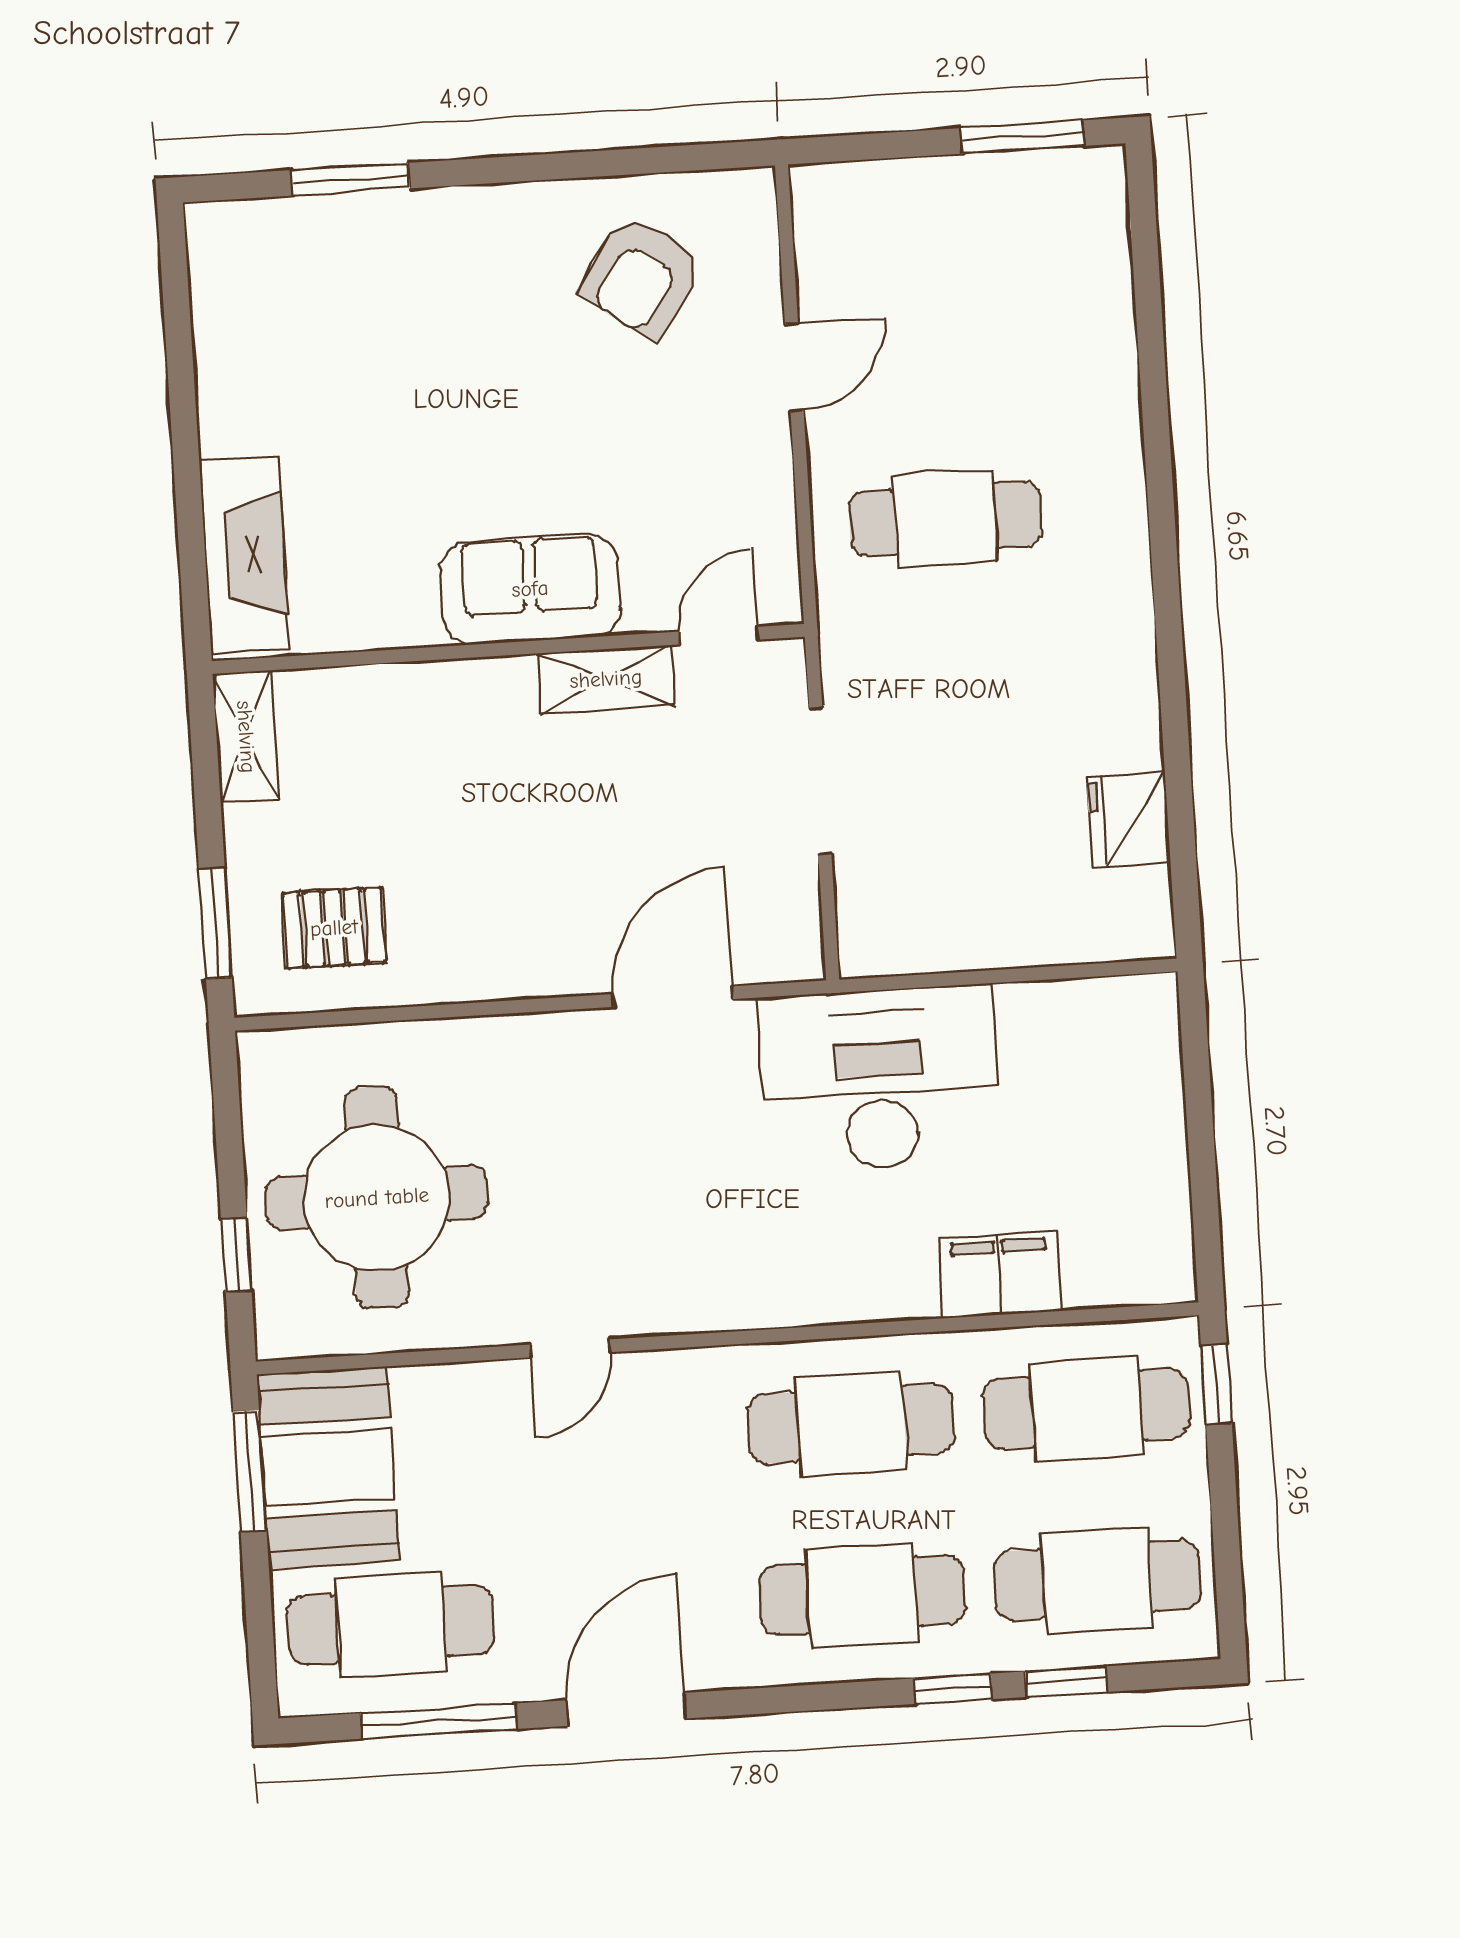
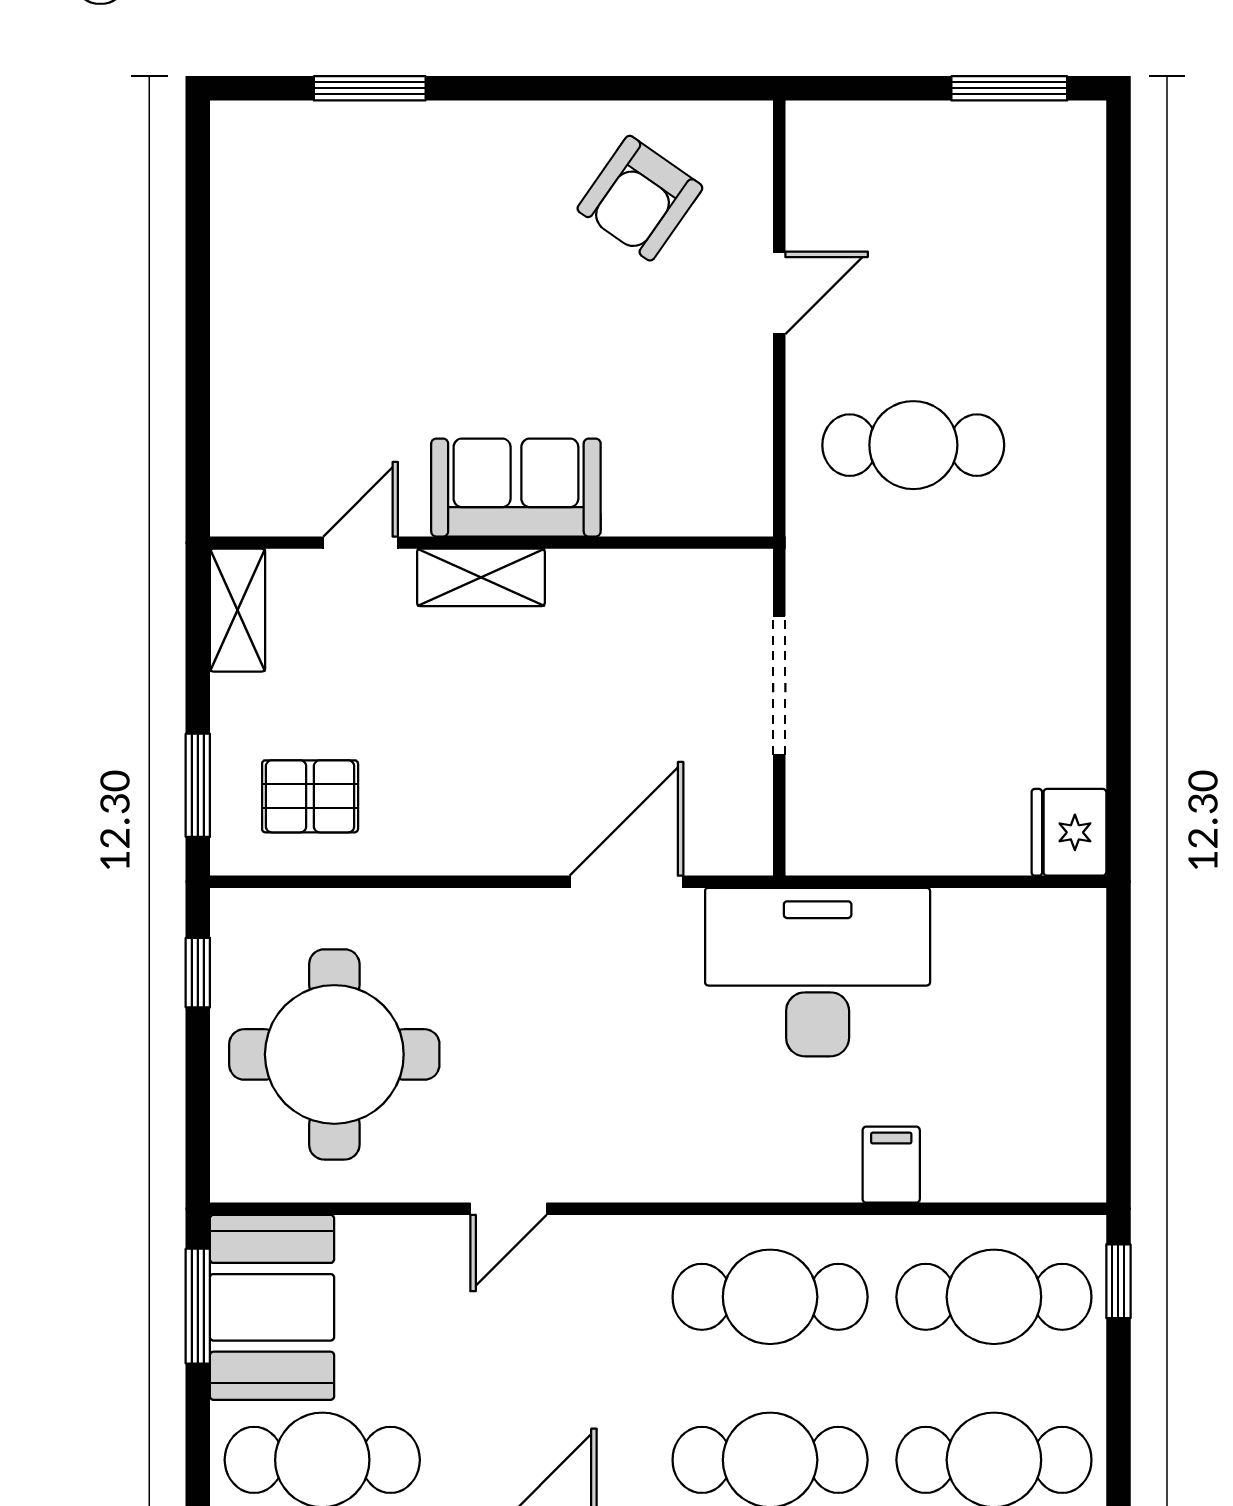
fireplace: (245, 555) -> (247, 438), removed
door: (719, 636) -> (361, 543), moved
shelving: (606, 679) -> (481, 577), moved
fridge: (1129, 819) -> (1069, 832), moved
window: (236, 1255) -> (198, 973), moved
filing cabinet: (1000, 1275) -> (891, 1165), width x0.50

